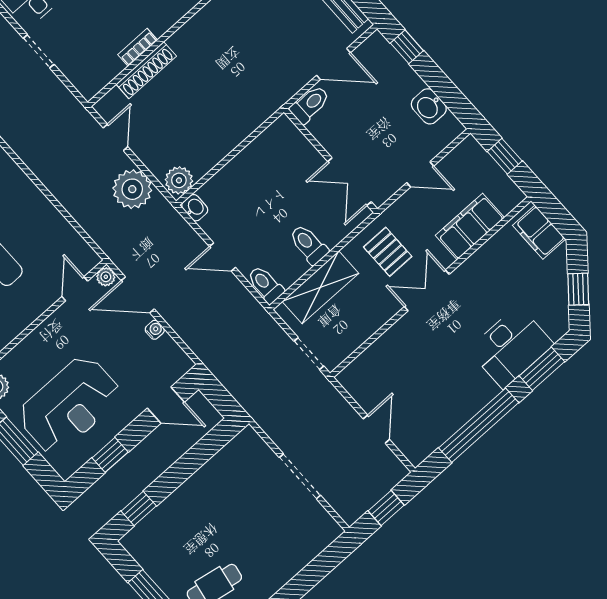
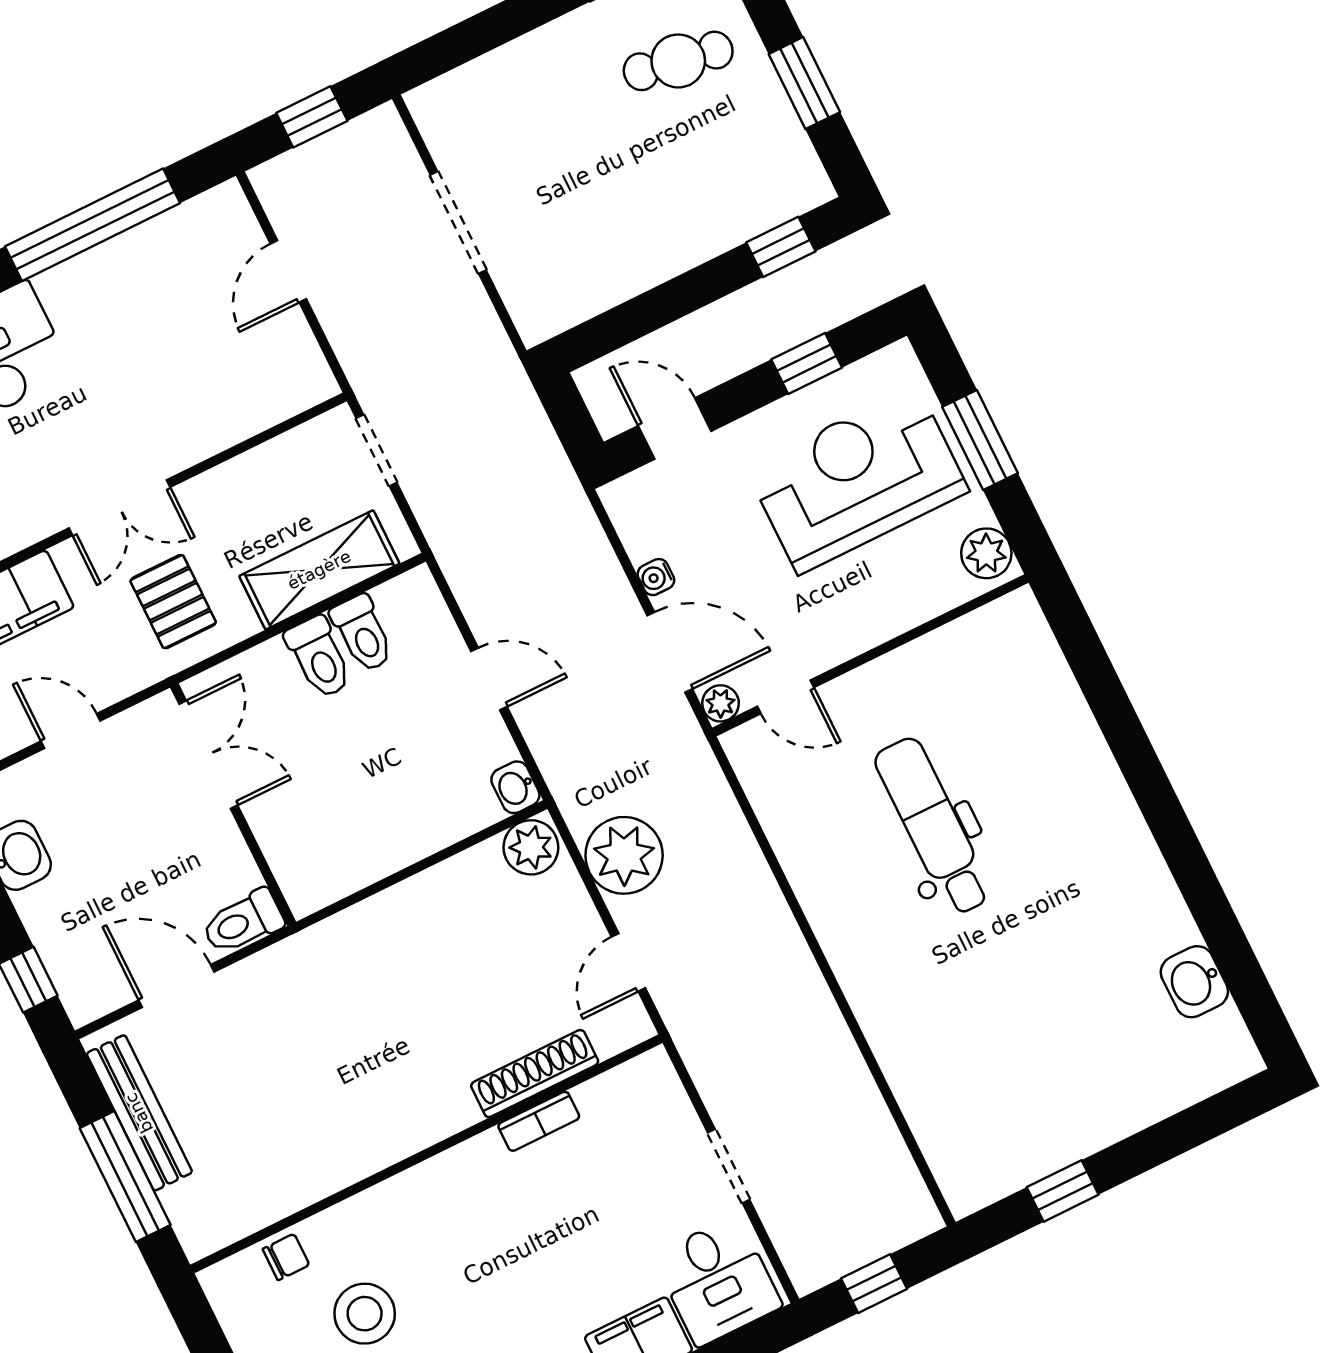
toilet: (265, 285) -> (363, 633), moved
door: (75, 289) -> (786, 697), hinge flipped

